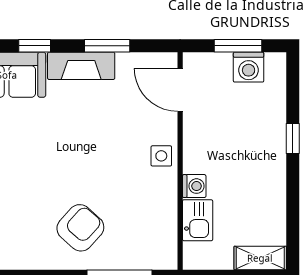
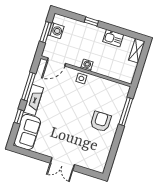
window: (107, 46) -> (29, 86), width x1.44
washing machine: (194, 186) -> (87, 65), moved
kitchen sink: (198, 220) -> (113, 38), moved, turned 180
armchair: (80, 228) -> (101, 121), turned 48

